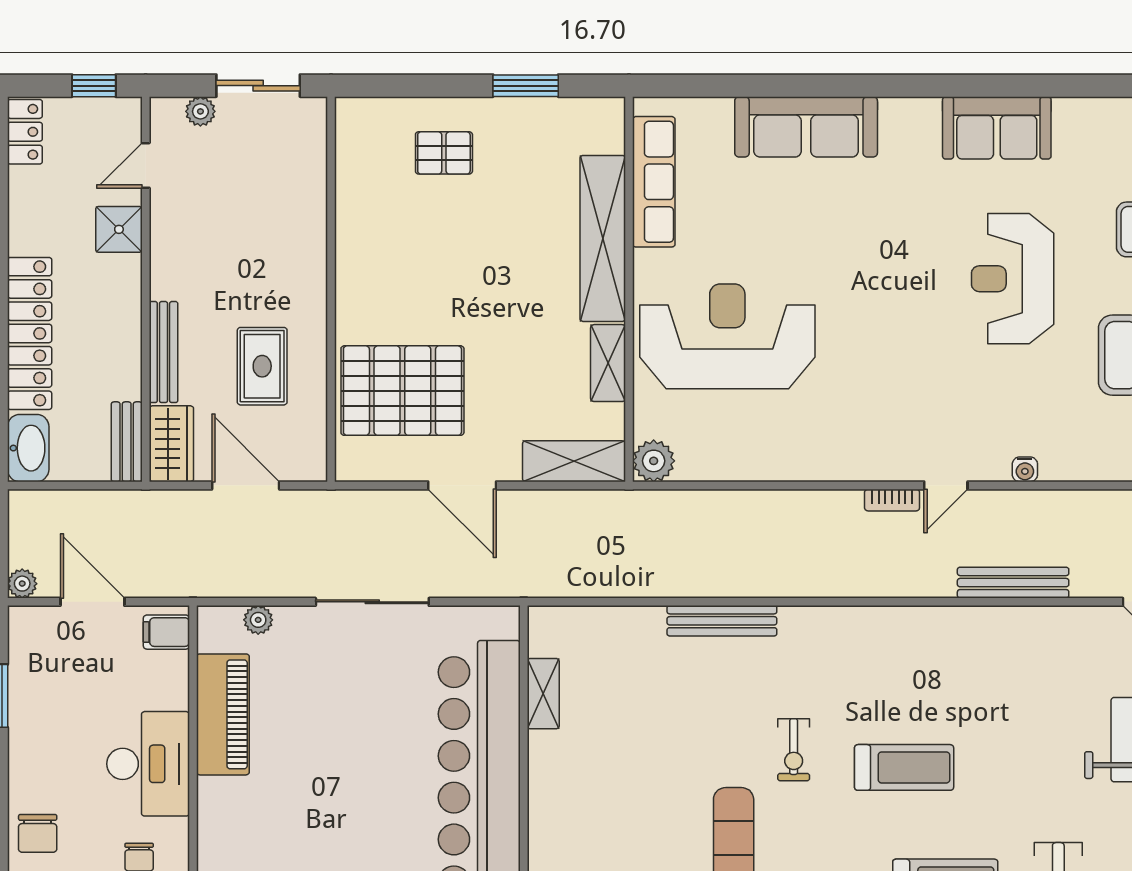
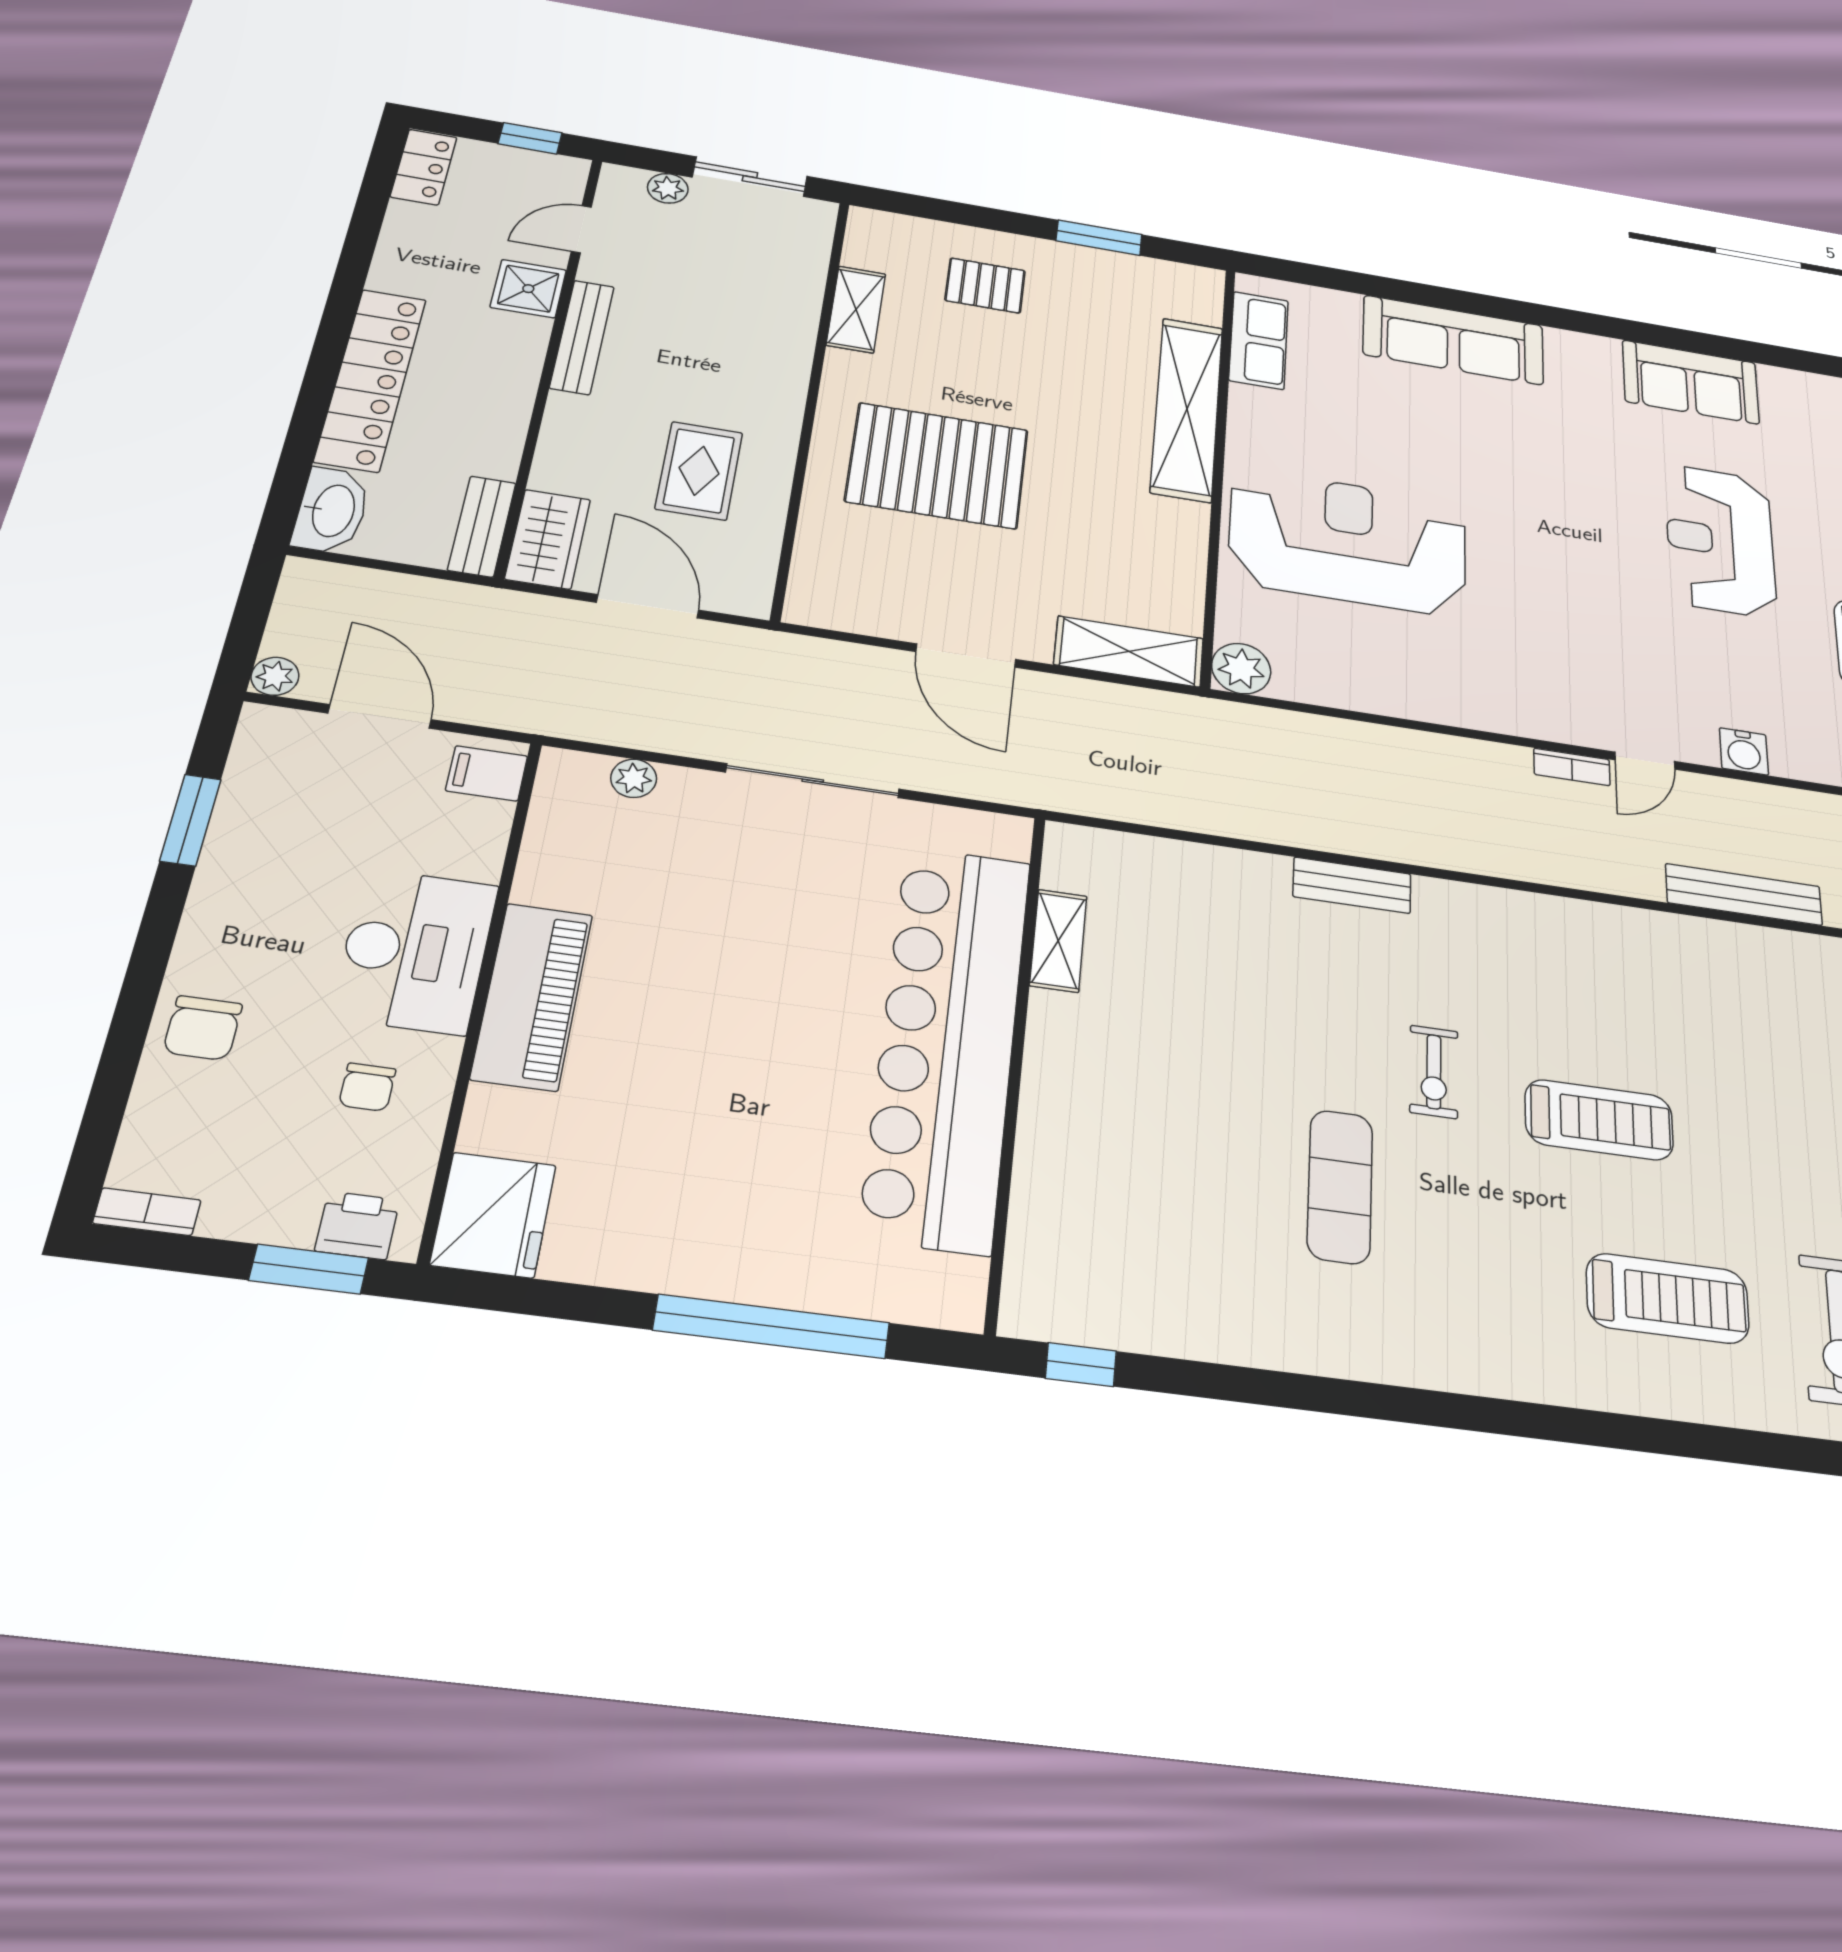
row of seats: (654, 182) -> (1259, 340), width x0.68
bench: (163, 352) -> (582, 337), moved
shelving: (608, 363) -> (856, 309), moved
pallet: (402, 391) -> (937, 465), moved
water cooler: (1025, 469) -> (1744, 751), width x1.38, depth x1.38
bench: (722, 621) -> (1352, 885), width x0.73
piano: (223, 714) -> (532, 996), moved

